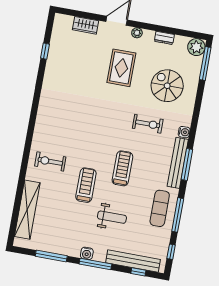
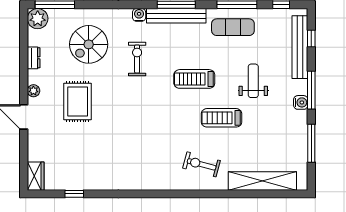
wardrobe: (85, 25) -> (36, 176), moved
rug: (121, 68) -> (78, 101), turned 90
exercise bike: (50, 161) -> (202, 164), turned 105

